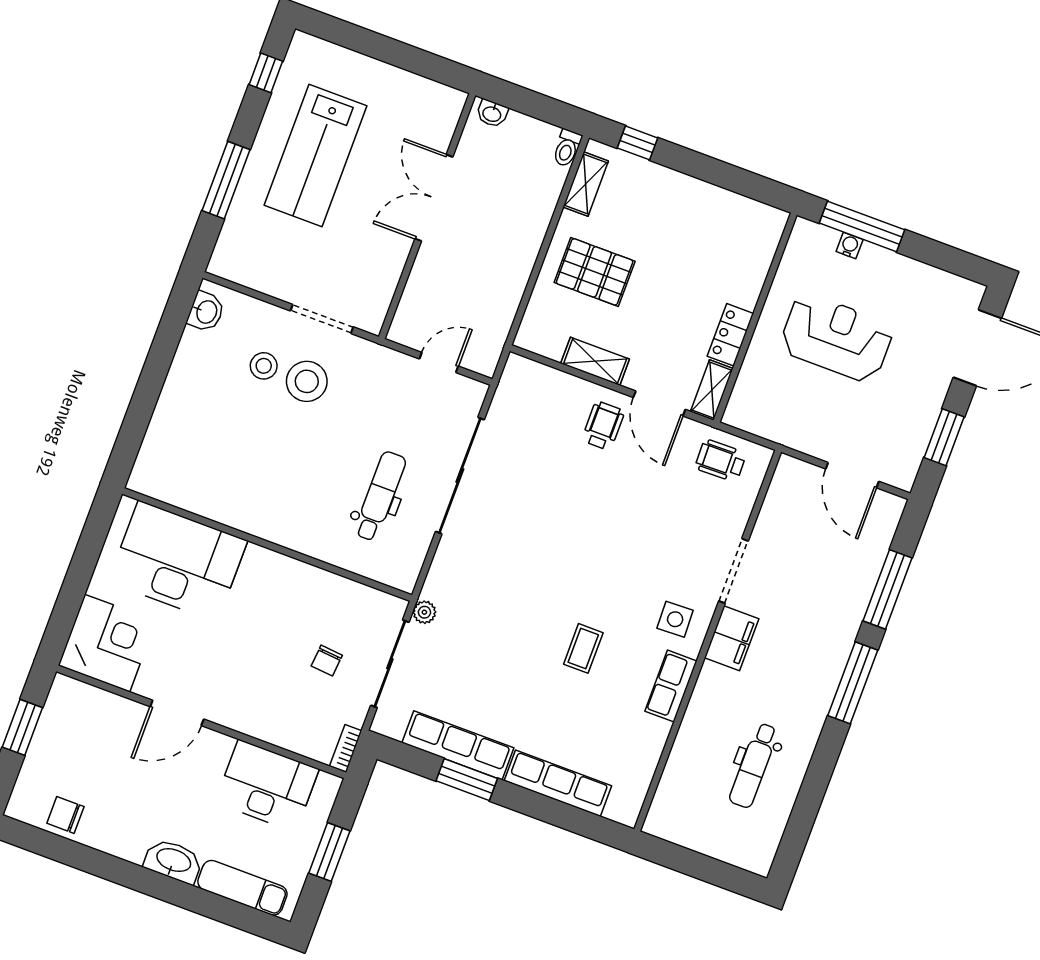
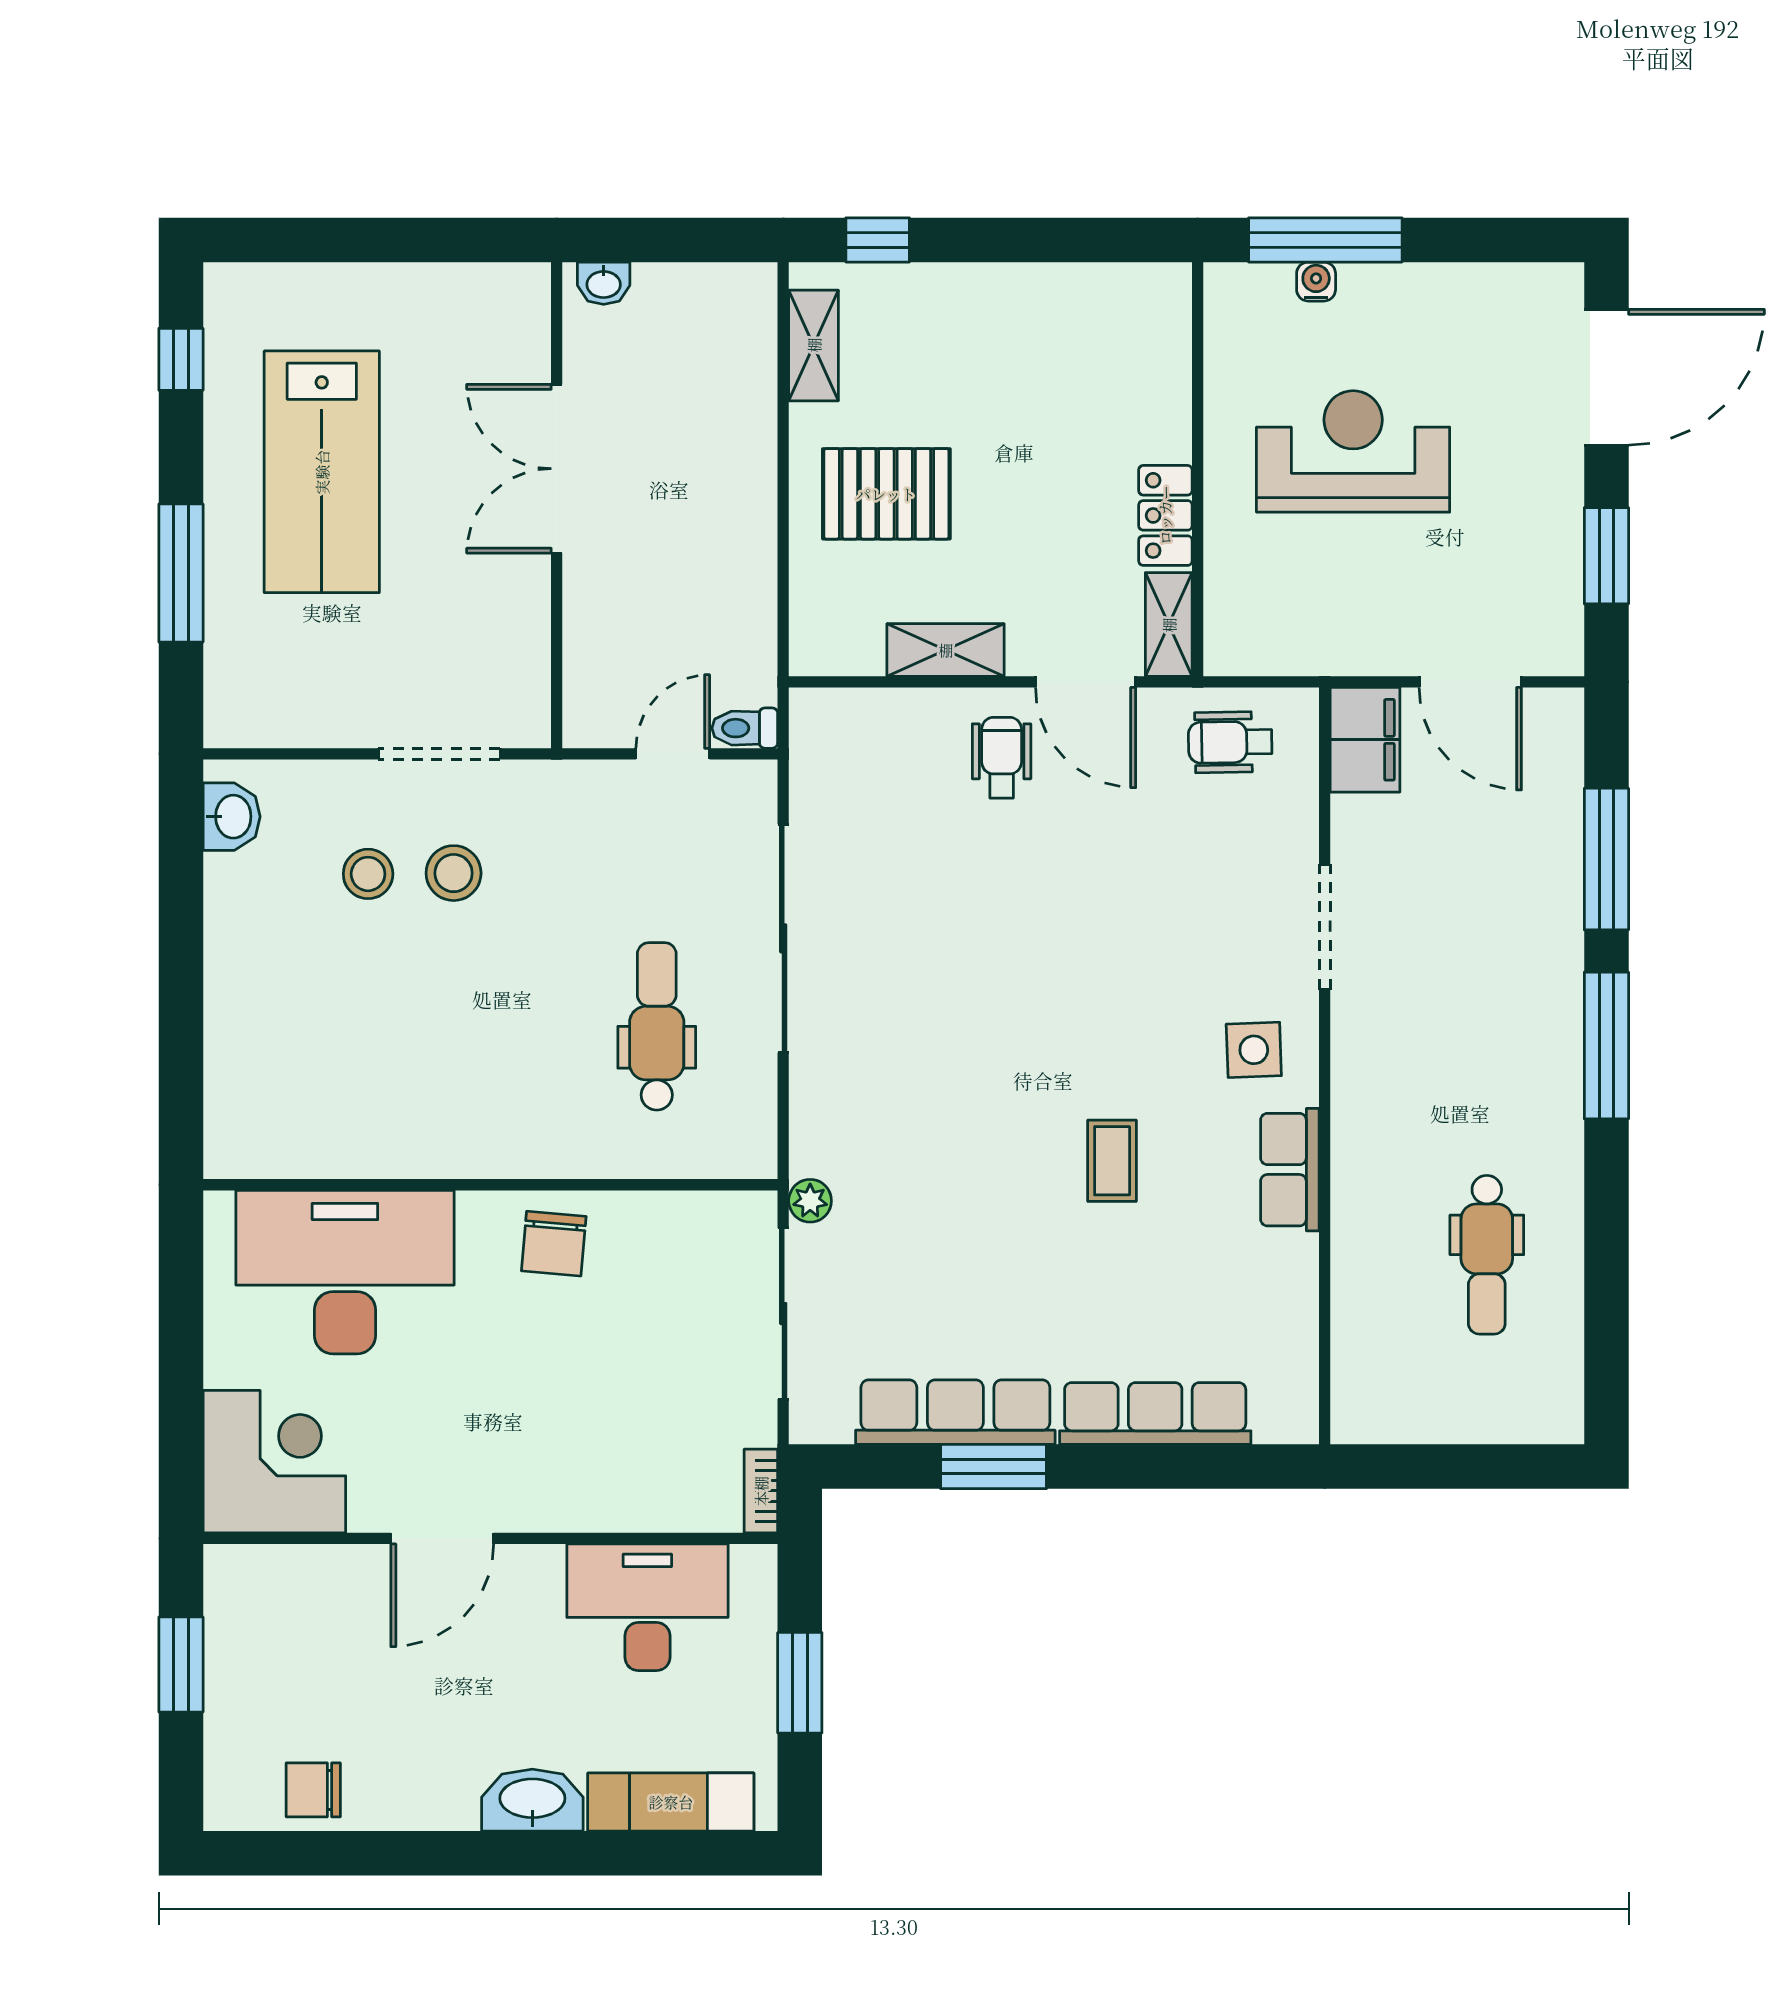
toilet: (567, 148) -> (745, 728), moved, turned 90
stool: (307, 381) -> (454, 873), width x0.73, depth x0.73
filing cabinet: (732, 638) -> (1365, 740), moved
chair: (327, 661) -> (554, 1244), moved, width x1.37, depth x1.37

